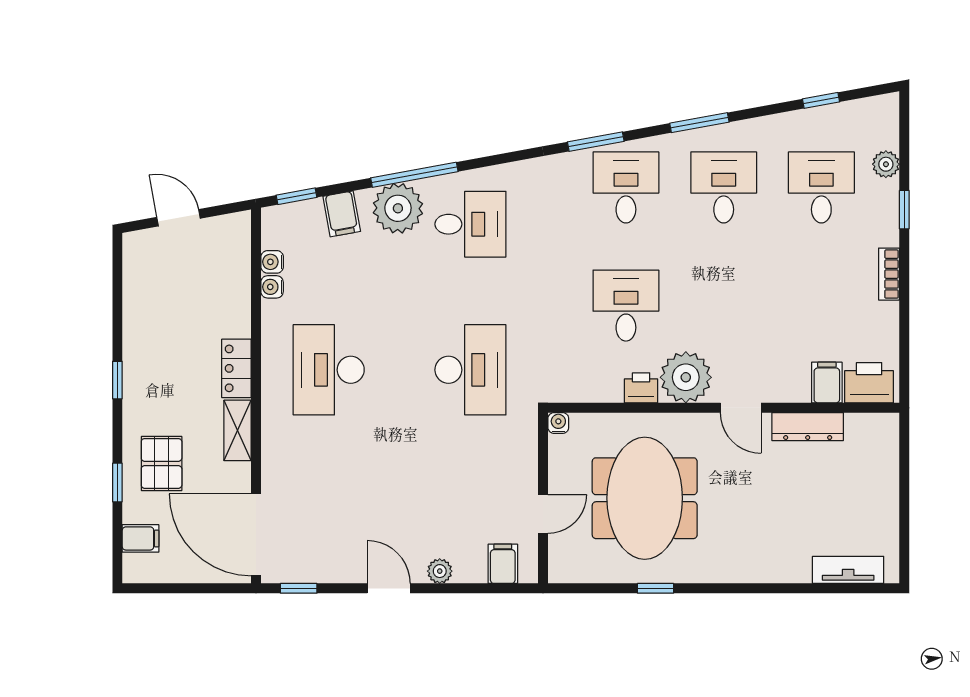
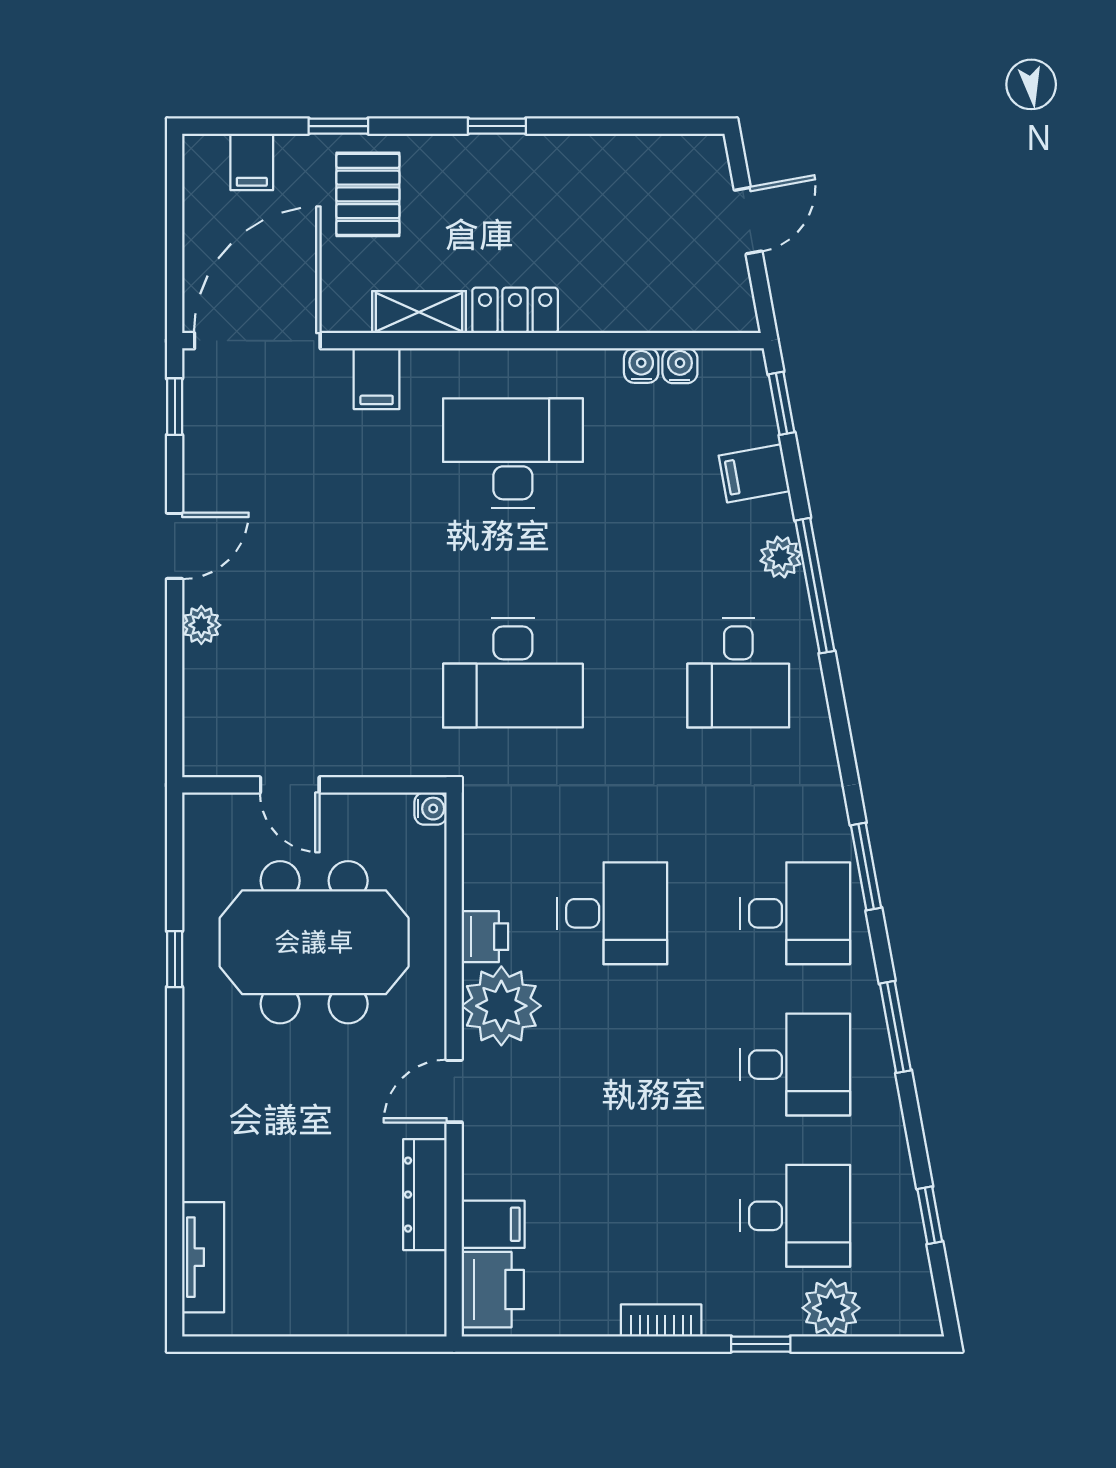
plant: (886, 164) -> (831, 1308), width x1.38, depth x1.38
plant: (398, 208) -> (781, 557), width x0.53, depth x0.53
pallet: (162, 463) -> (368, 194), turned 90
filing cabinet: (503, 564) -> (377, 379), moved, turned 90

